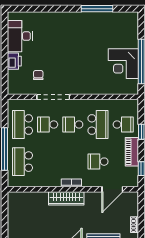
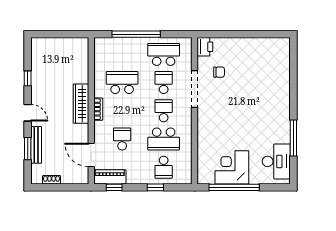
desk: (20, 36) -> (276, 161), moved, turned 90
printer: (14, 61) -> (205, 47), moved, turned -90
piano: (132, 152) -> (110, 177), moved
school desk: (22, 162) -> (122, 83), moved

